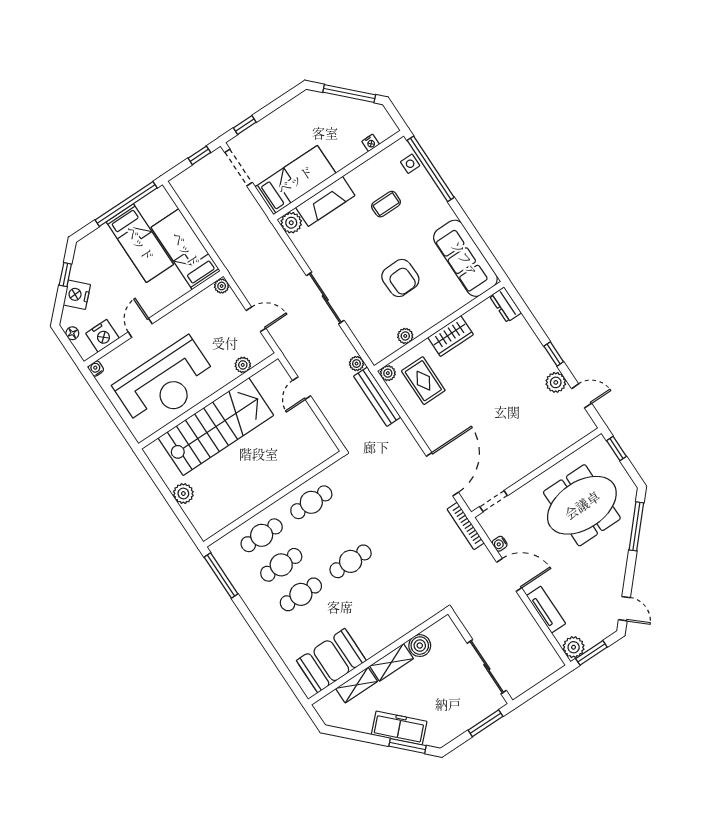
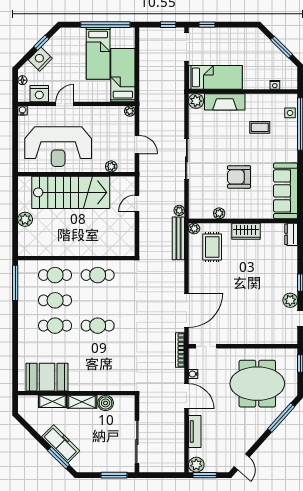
window: (349, 93) -> (282, 47), width x0.69
armchair: (400, 278) -> (239, 177), turned 92

